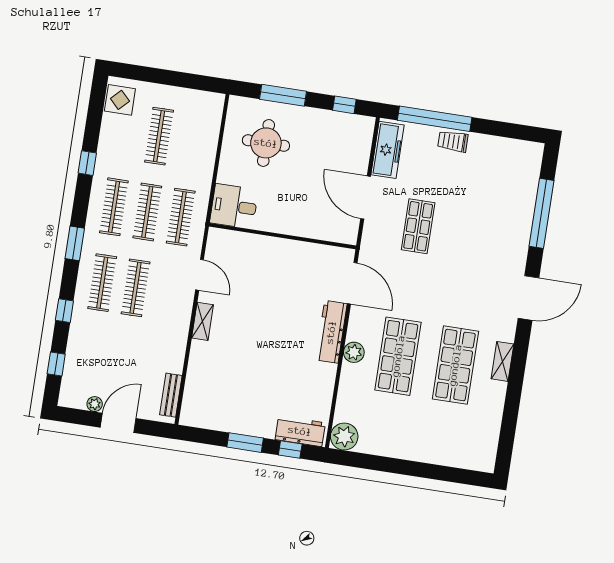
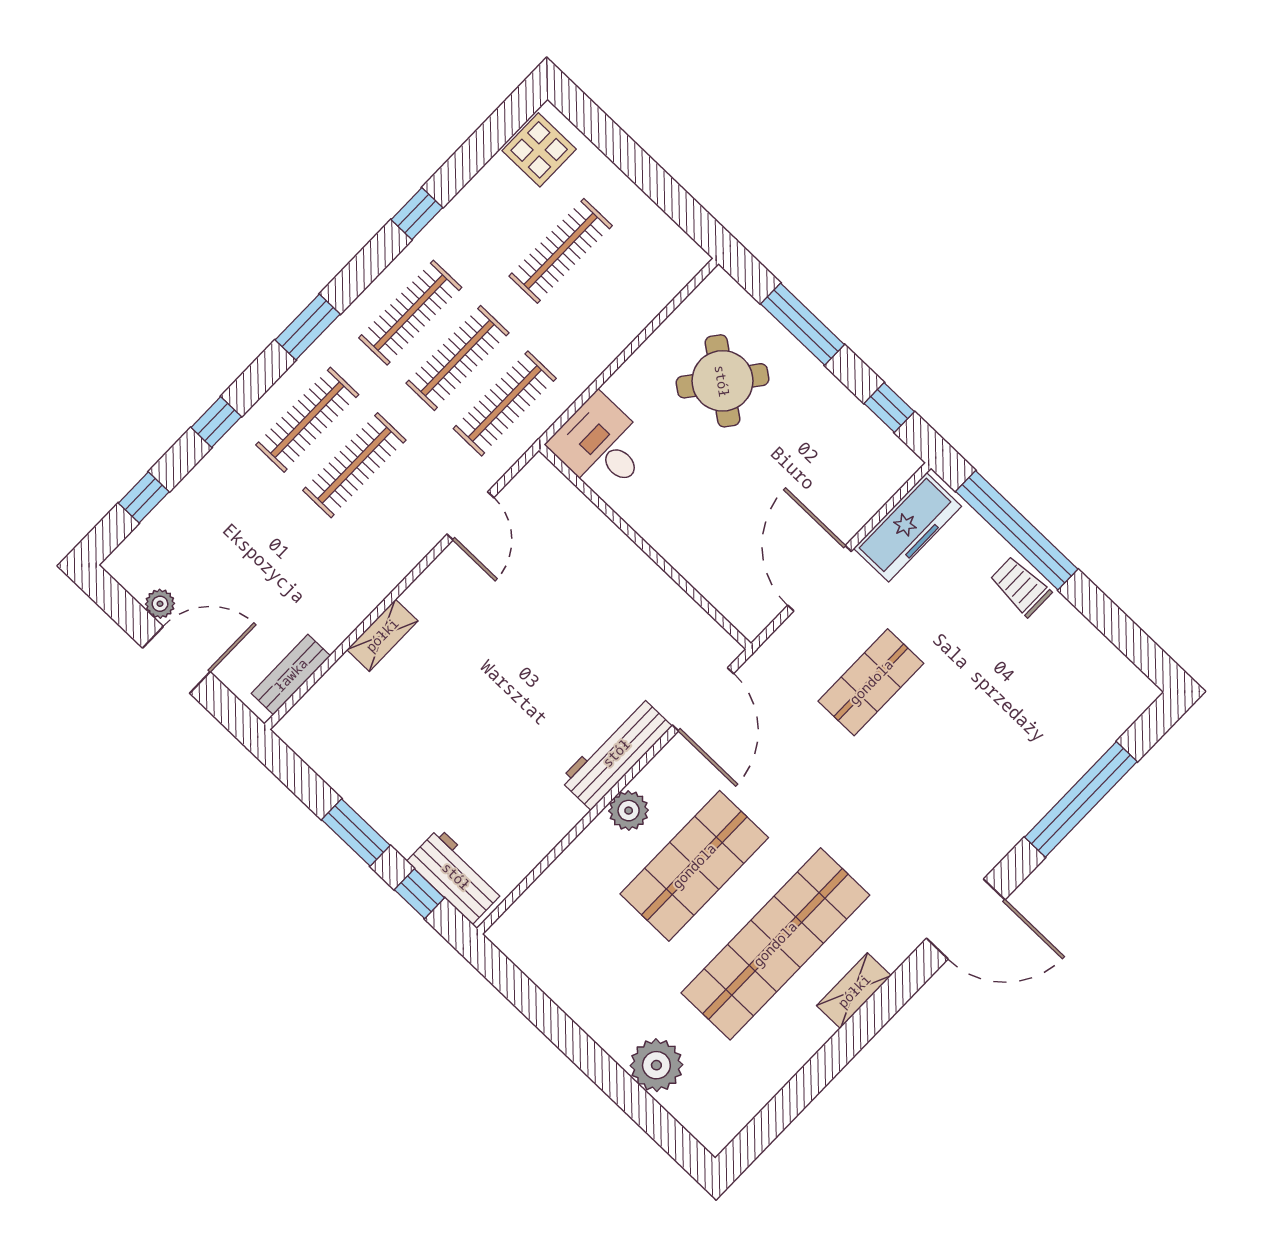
round table: (266, 143) -> (722, 381), turned 37
shelving: (202, 321) -> (382, 635), moved
shop shelf: (455, 365) -> (775, 944), width x1.40
plant: (344, 437) -> (656, 1065), moved

